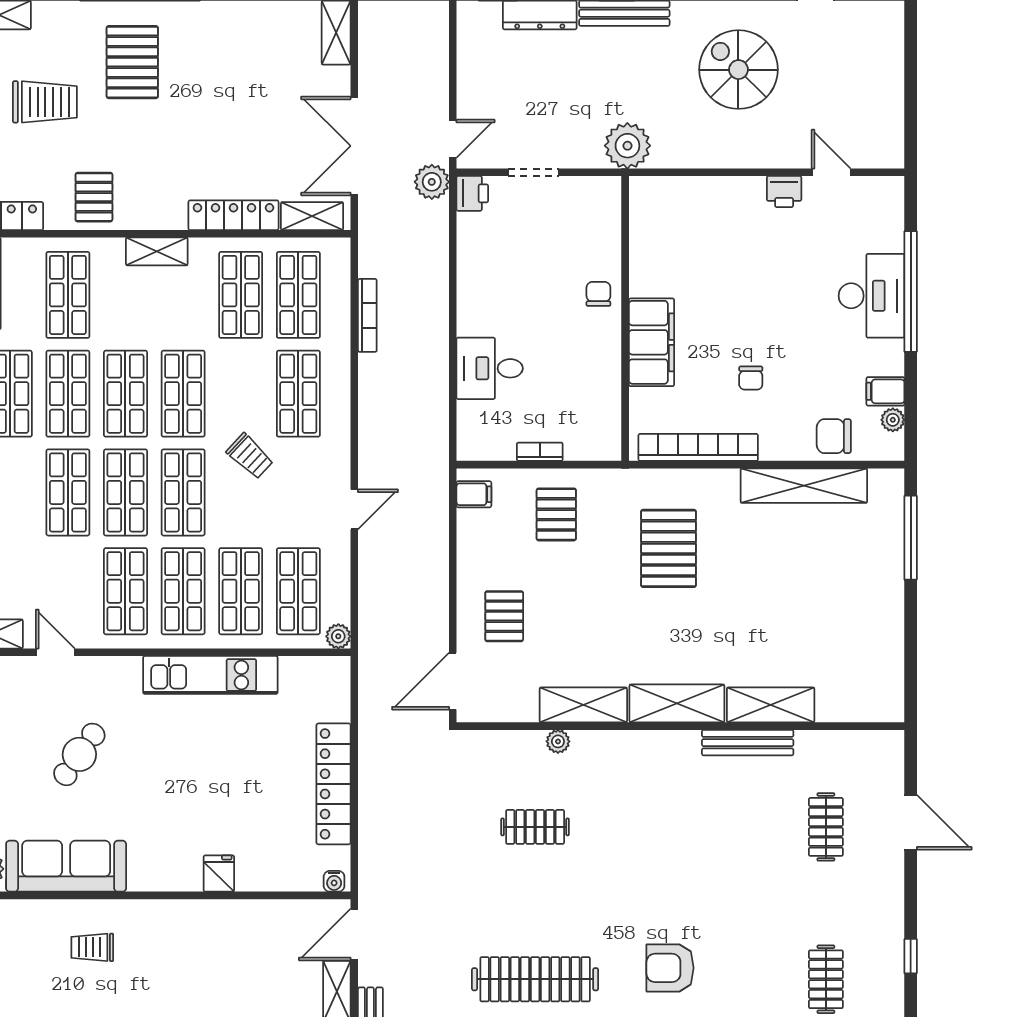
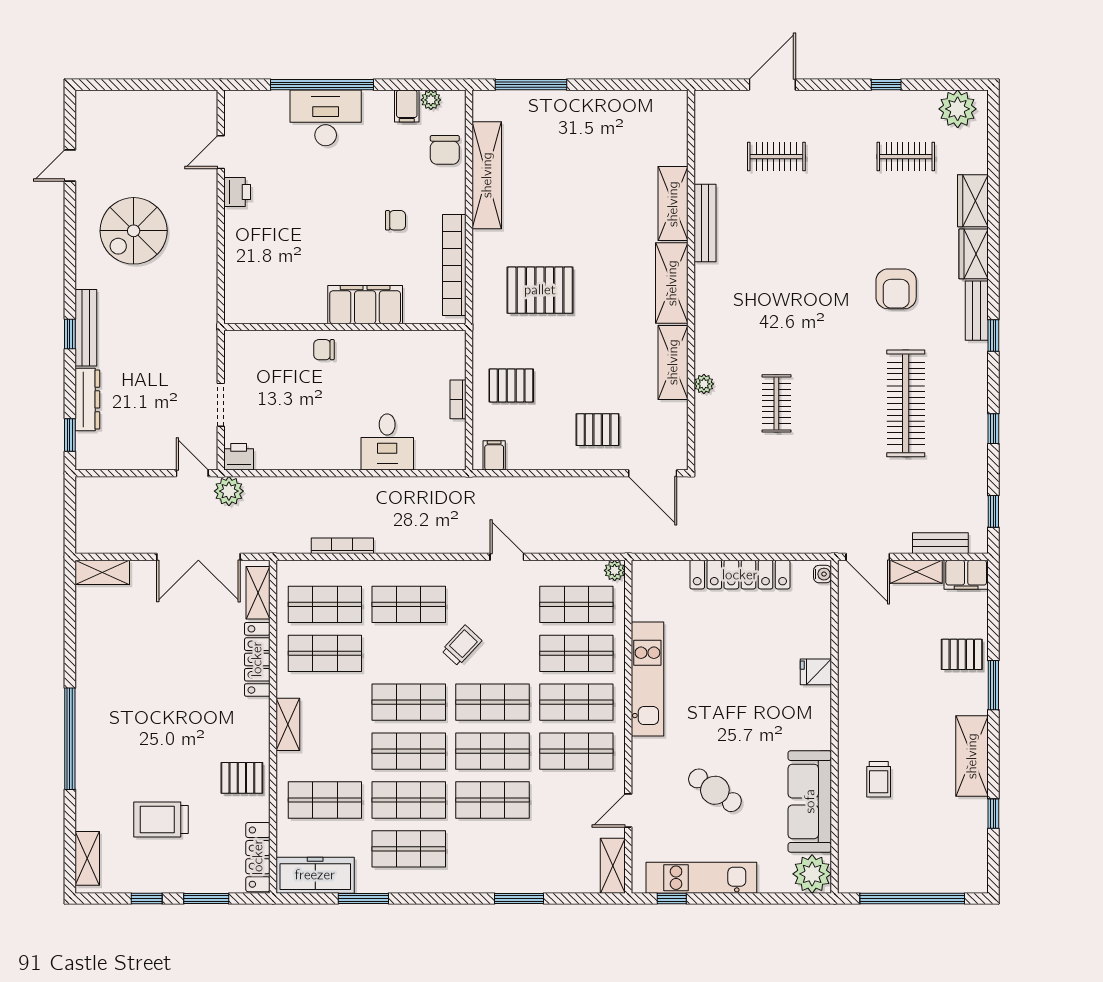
pallet: (132, 62) -> (127, 745), removed
trolley: (45, 102) -> (161, 819), turned -90
plant: (627, 146) -> (198, 325), removed

